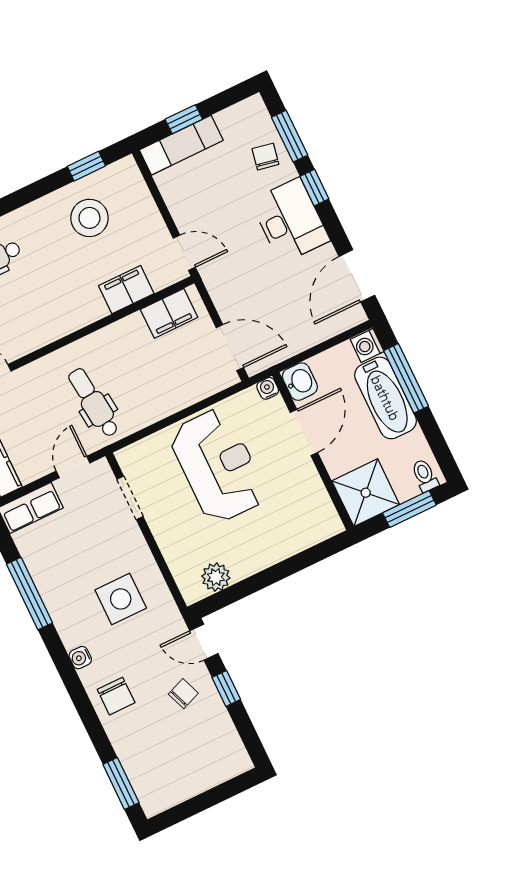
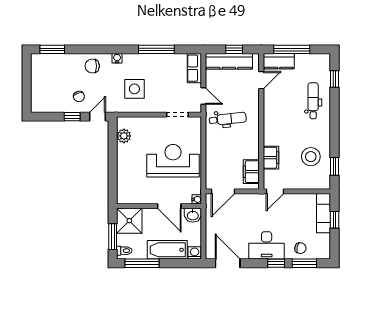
window: (406, 378) -> (142, 263), moved
reception desk: (218, 466) -> (173, 161), turned 180

